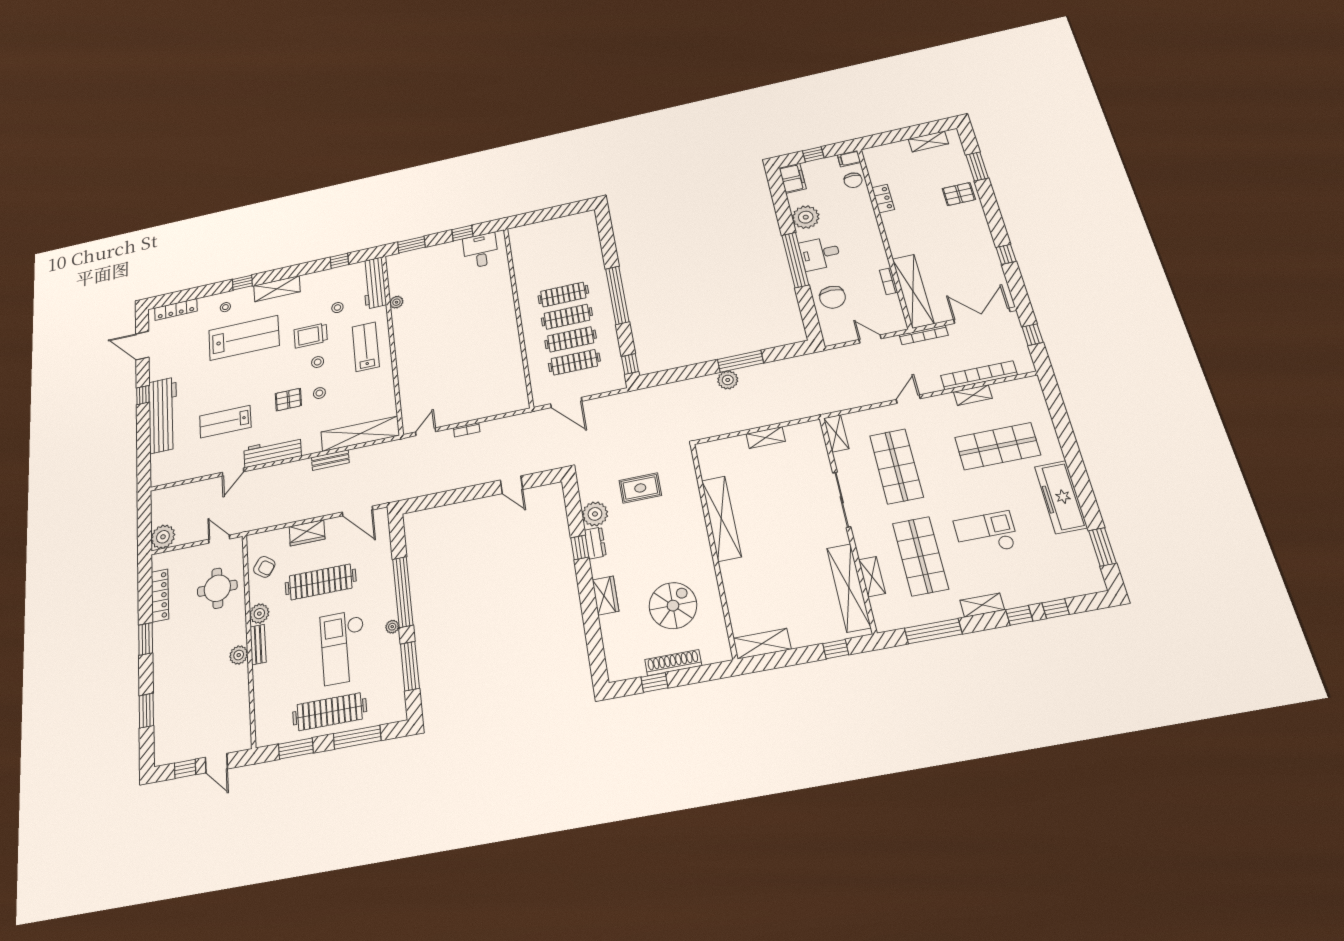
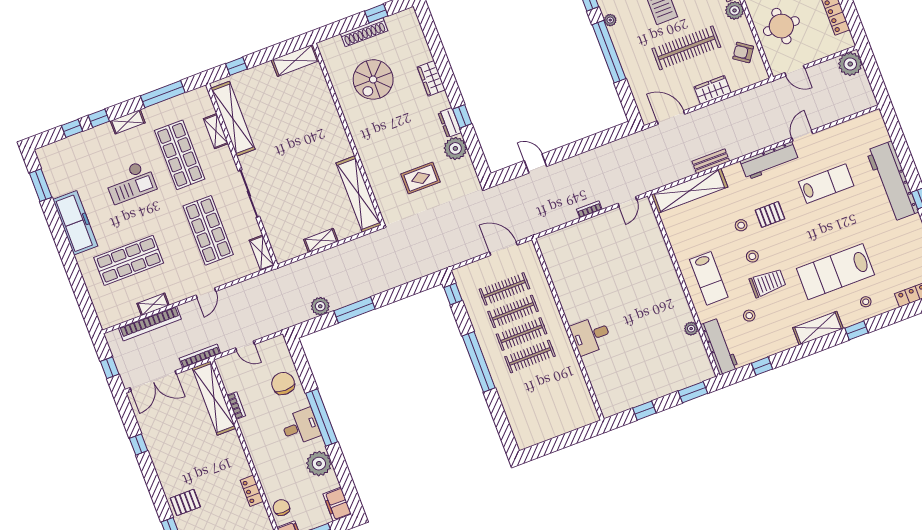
desk: (481, 251) -> (591, 336), moved, turned 90
plant: (728, 380) -> (320, 306), moved
shelving: (721, 518) -> (359, 194), moved

